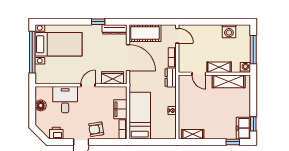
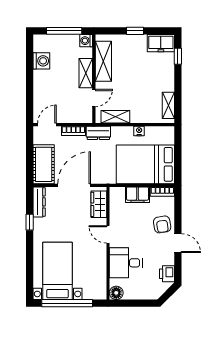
shelving: (184, 91) -> (115, 117), added
floor lamp: (41, 105) -> (116, 293), moved
bed: (140, 116) -> (145, 164), width x1.50
window: (253, 124) -> (135, 31), moved

